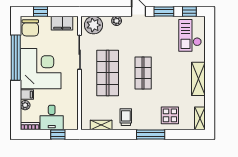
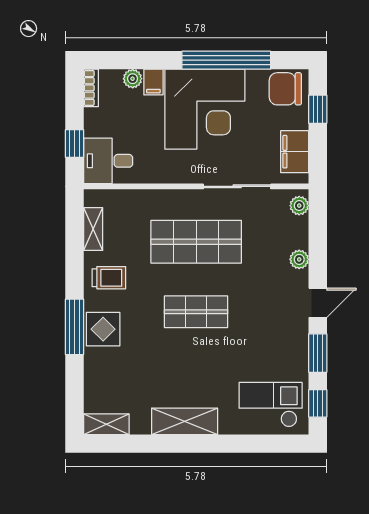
plant: (93, 25) -> (299, 206), width x0.53, depth x0.53
display table: (170, 115) -> (103, 329), moved
desk: (52, 117) -> (108, 161), moved

